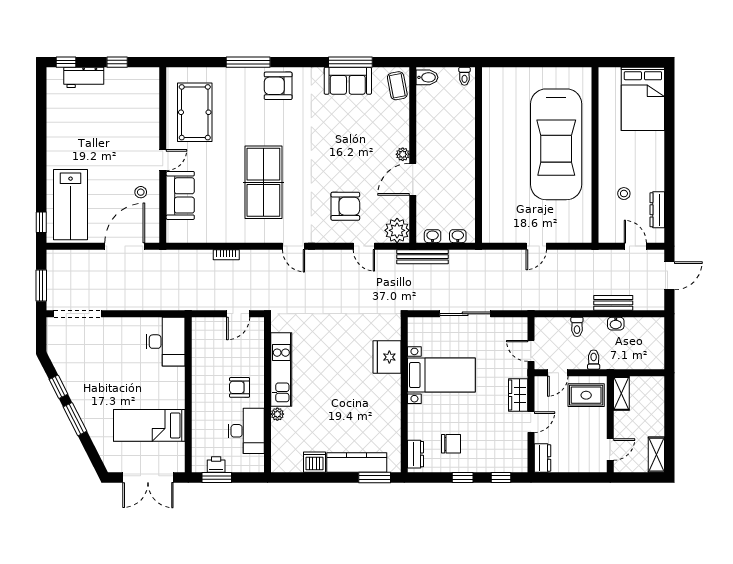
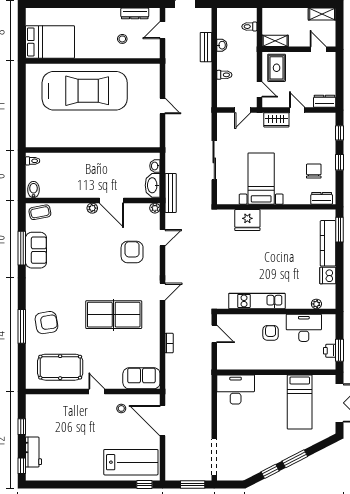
armchair: (278, 86) -> (46, 323), moved, turned -99
bed: (643, 99) -> (50, 42), moved
sofa: (180, 195) -> (141, 378), moved
plant: (397, 230) -> (155, 208), width x0.53, depth x0.53
washbasin: (433, 236) -> (153, 185), width x1.91, depth x1.45
toilet: (594, 360) -> (249, 27), moved
armchair: (240, 387) -> (271, 333), turned 180
plant: (277, 414) -> (316, 304), moved

